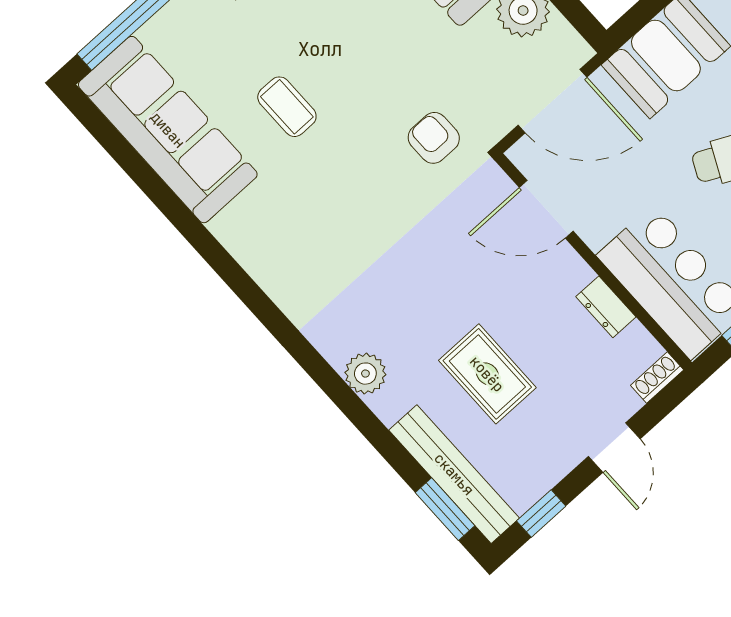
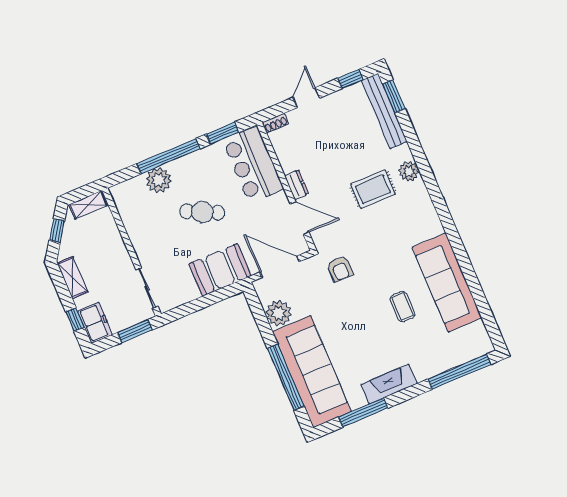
sofa: (168, 130) -> (447, 283), moved
dresser: (606, 307) -> (297, 185), moved
rug: (487, 374) -> (373, 189), moved, turned 90

